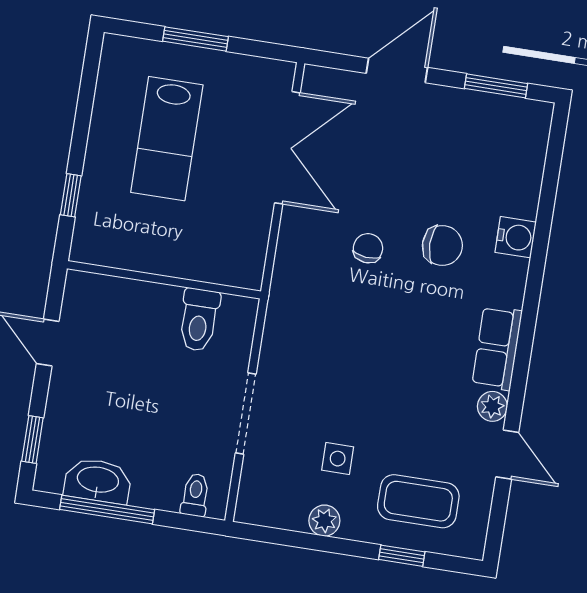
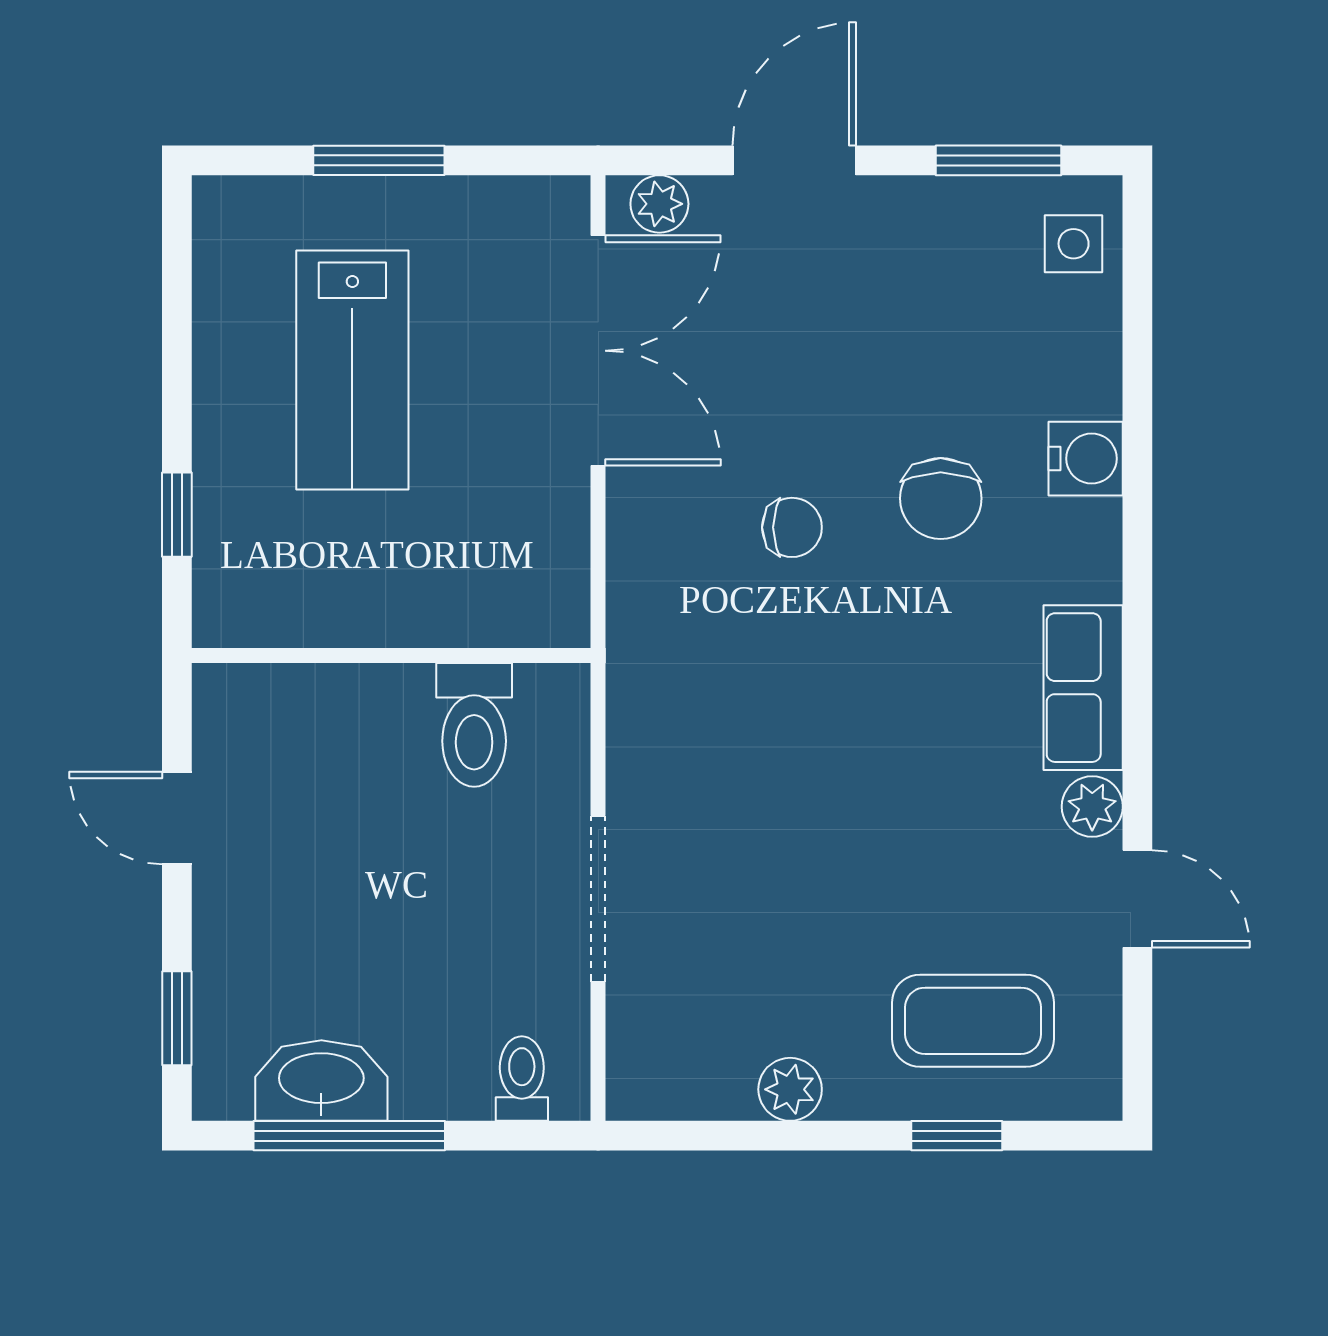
plant: (328, 81) -> (659, 204), added
chair: (442, 245) -> (941, 498), turned 90
chair: (368, 248) -> (792, 527), turned 85
side table: (338, 459) -> (1074, 244), moved

